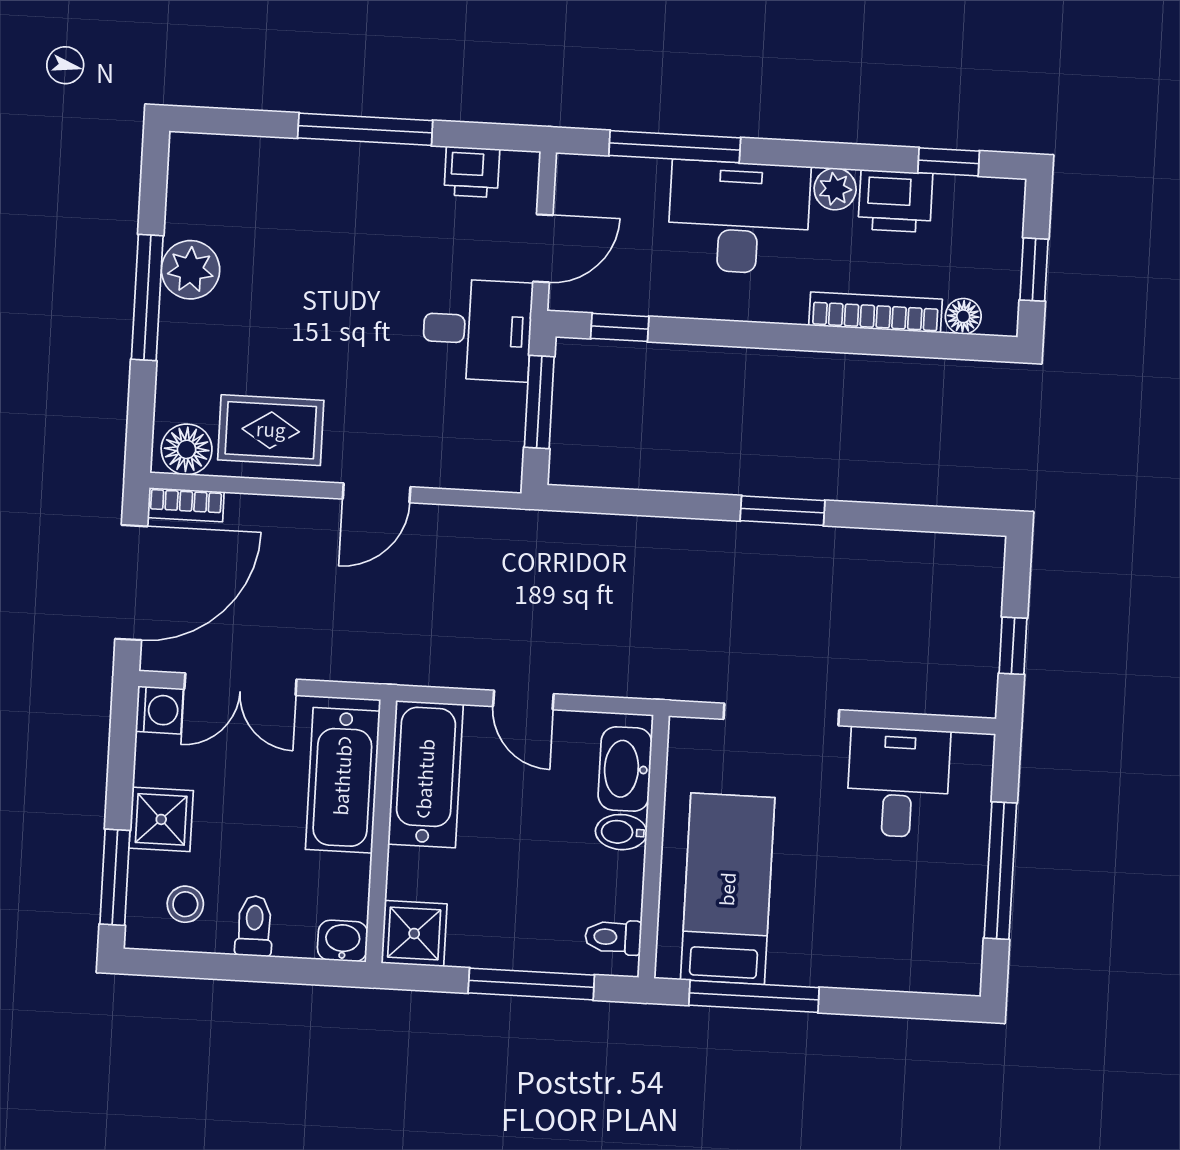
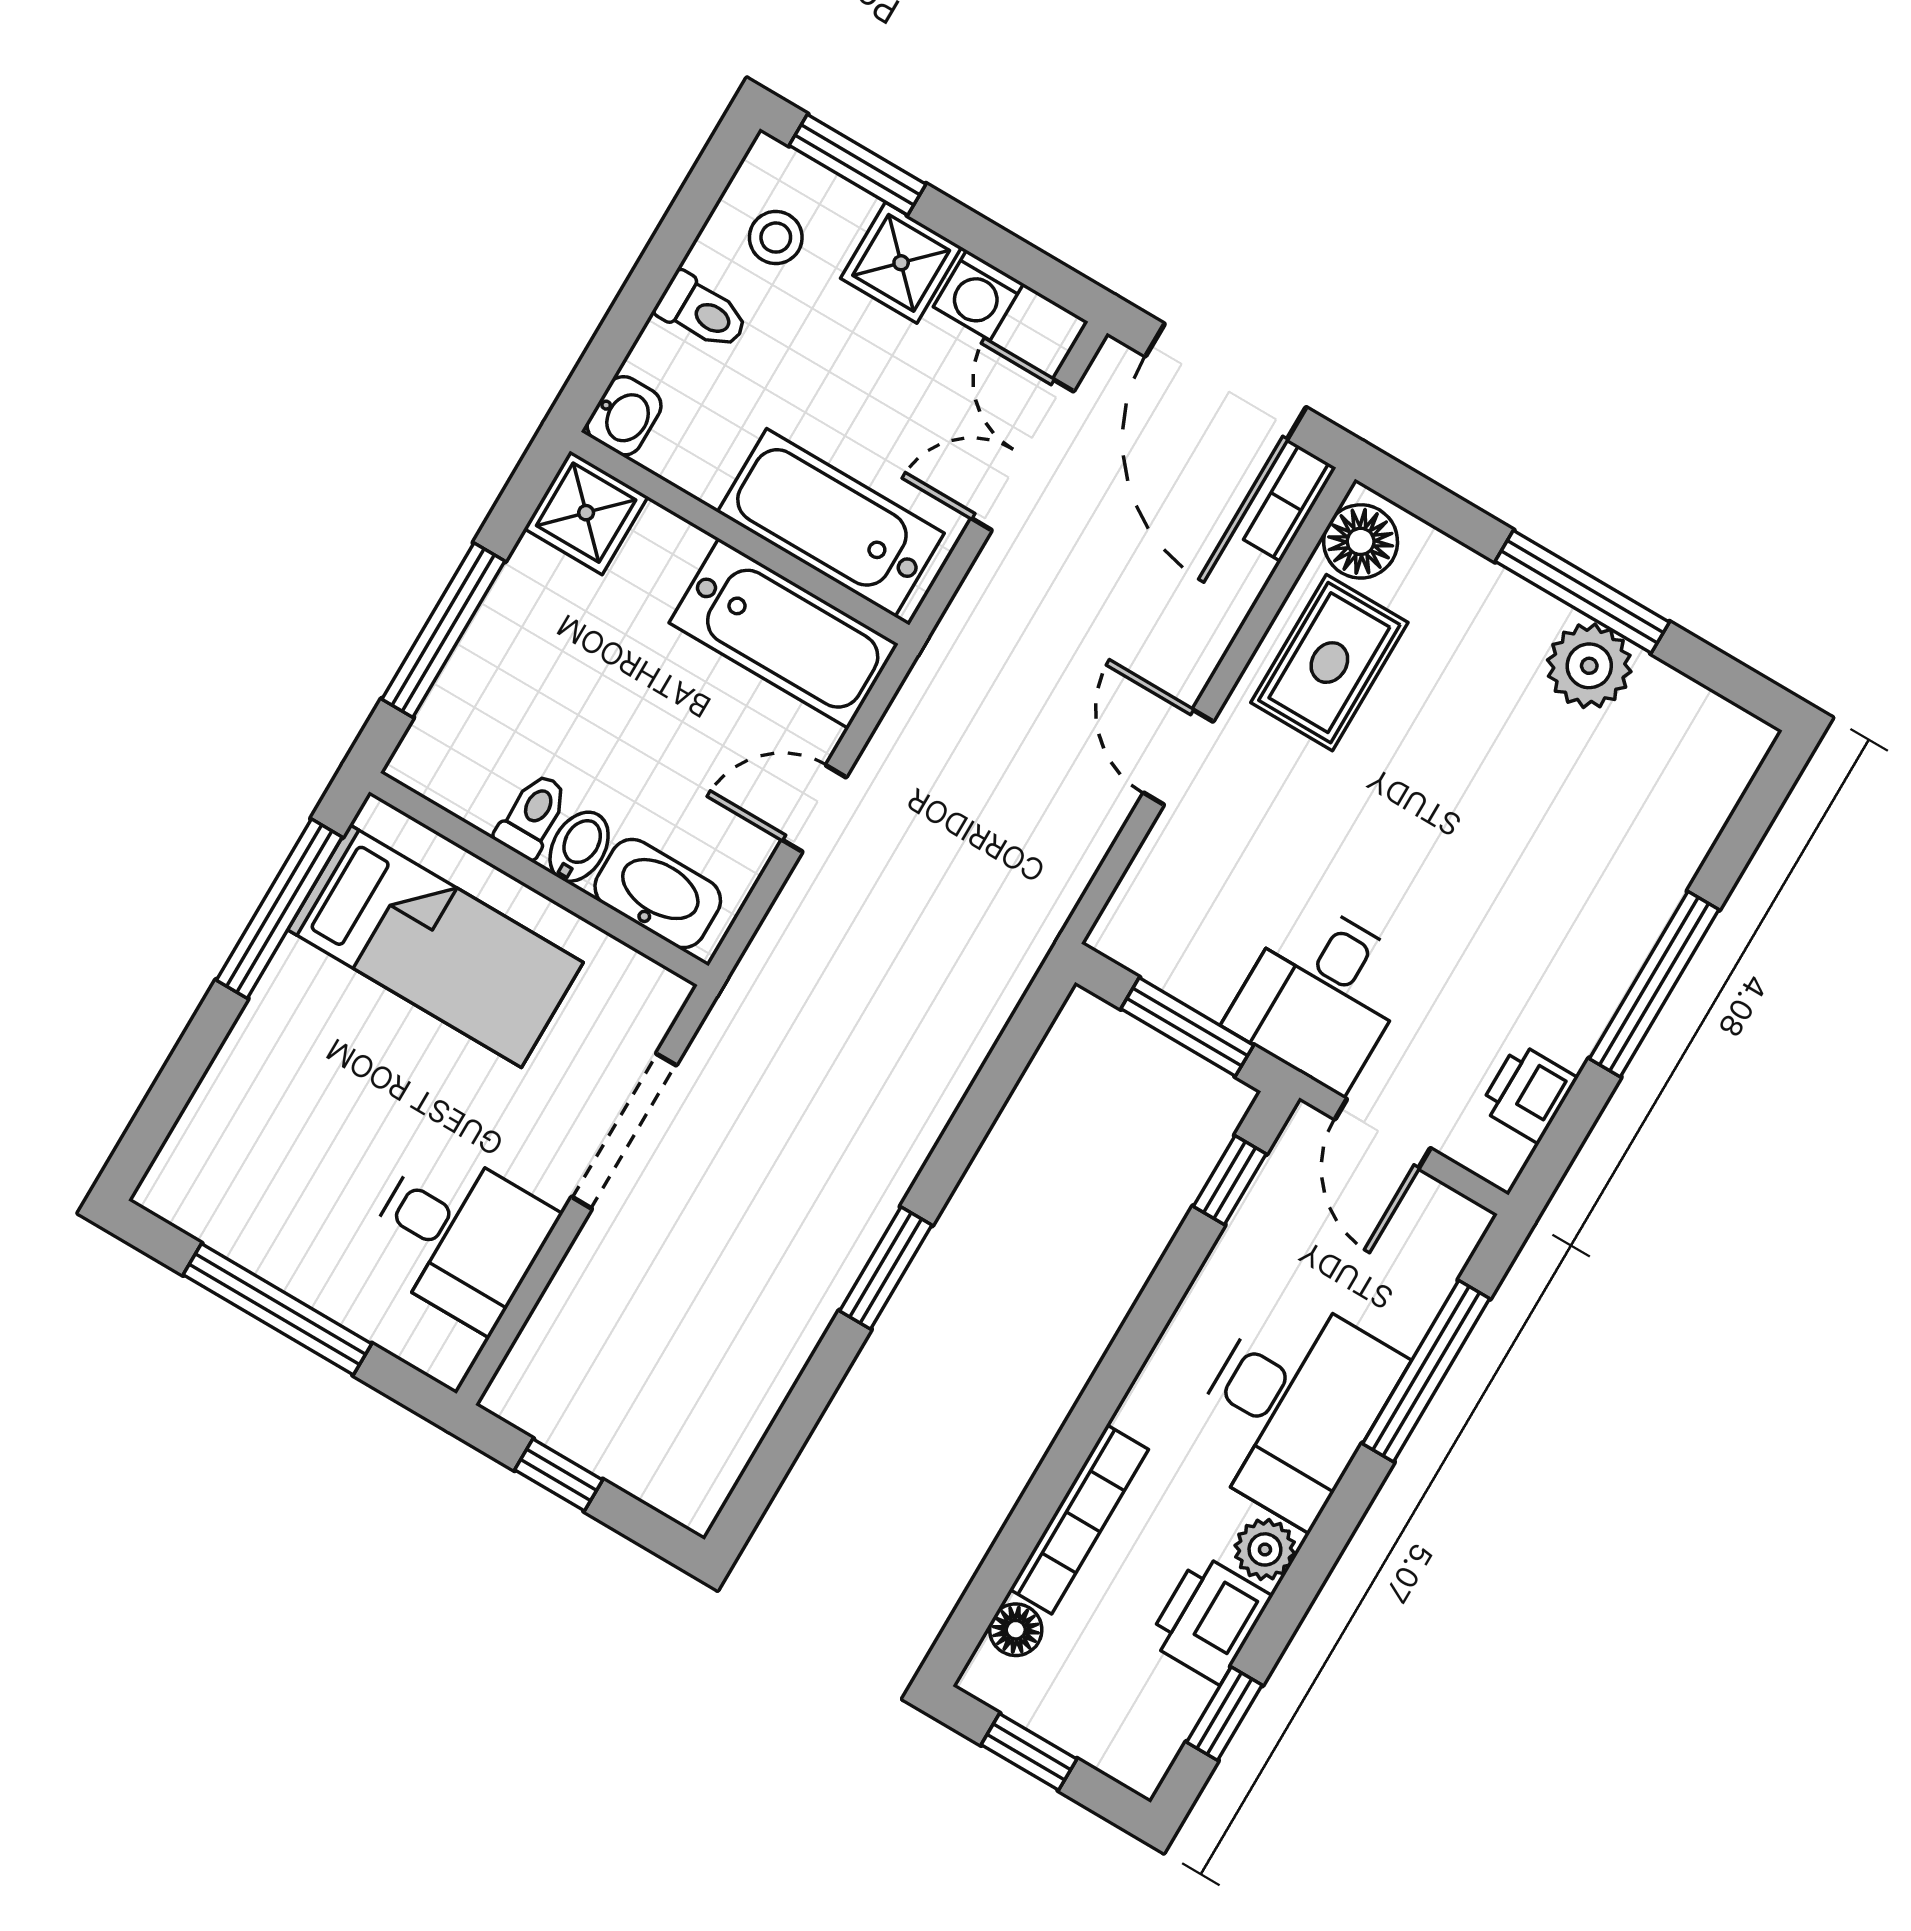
washing machine: (159, 710) -> (978, 295), moved
toilet: (613, 937) -> (532, 816), moved

